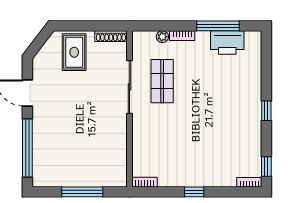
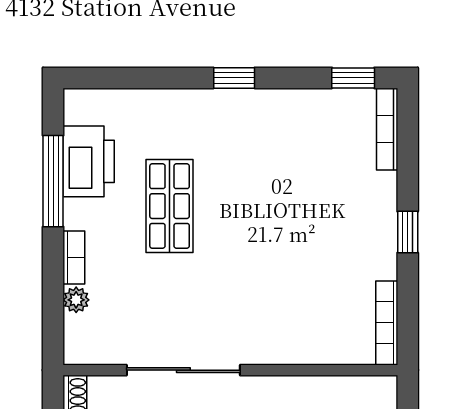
shop shelf: (162, 81) -> (170, 206), moved, turned 90
bookcase: (144, 182) -> (387, 323), width x1.56
bookcase: (249, 182) -> (387, 129), width x1.56

